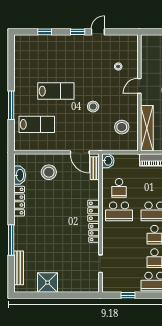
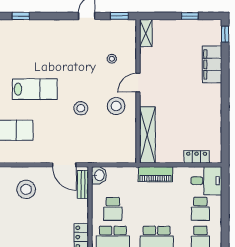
window: (78, 32) -> (119, 16), moved
shelving: (146, 46) -> (146, 33), added
stool: (122, 127) -> (116, 106), moved

